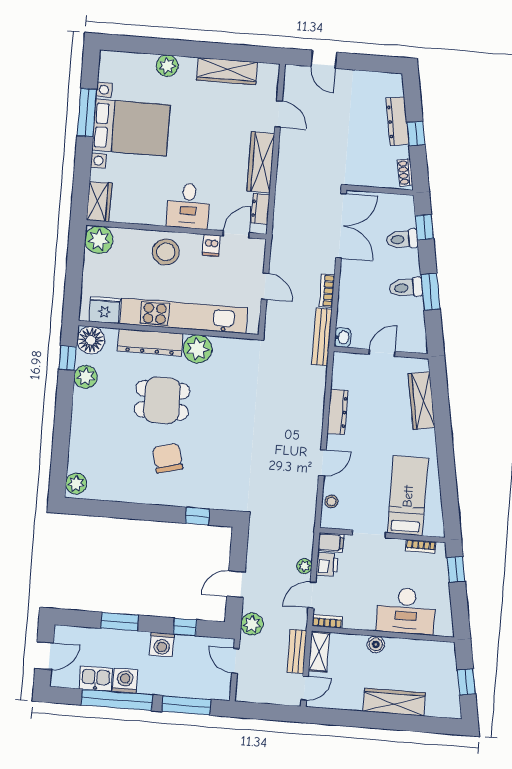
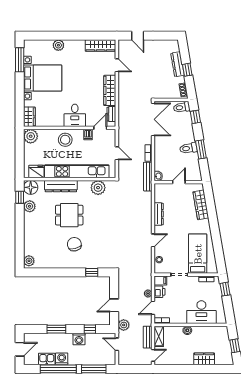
wardrobe: (227, 71) -> (101, 46), moved
window: (87, 113) -> (20, 60), moved
toilet: (402, 239) -> (182, 107), moved
plant: (198, 349) -> (98, 188), moved
wardrobe: (394, 702) -> (204, 359), width x0.67

